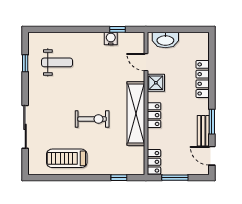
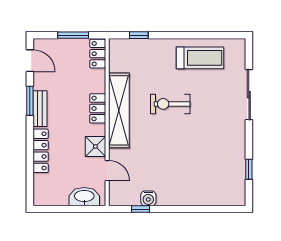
weight bench: (57, 62) -> (211, 170), removed
bench: (203, 131) -> (40, 109), moved

